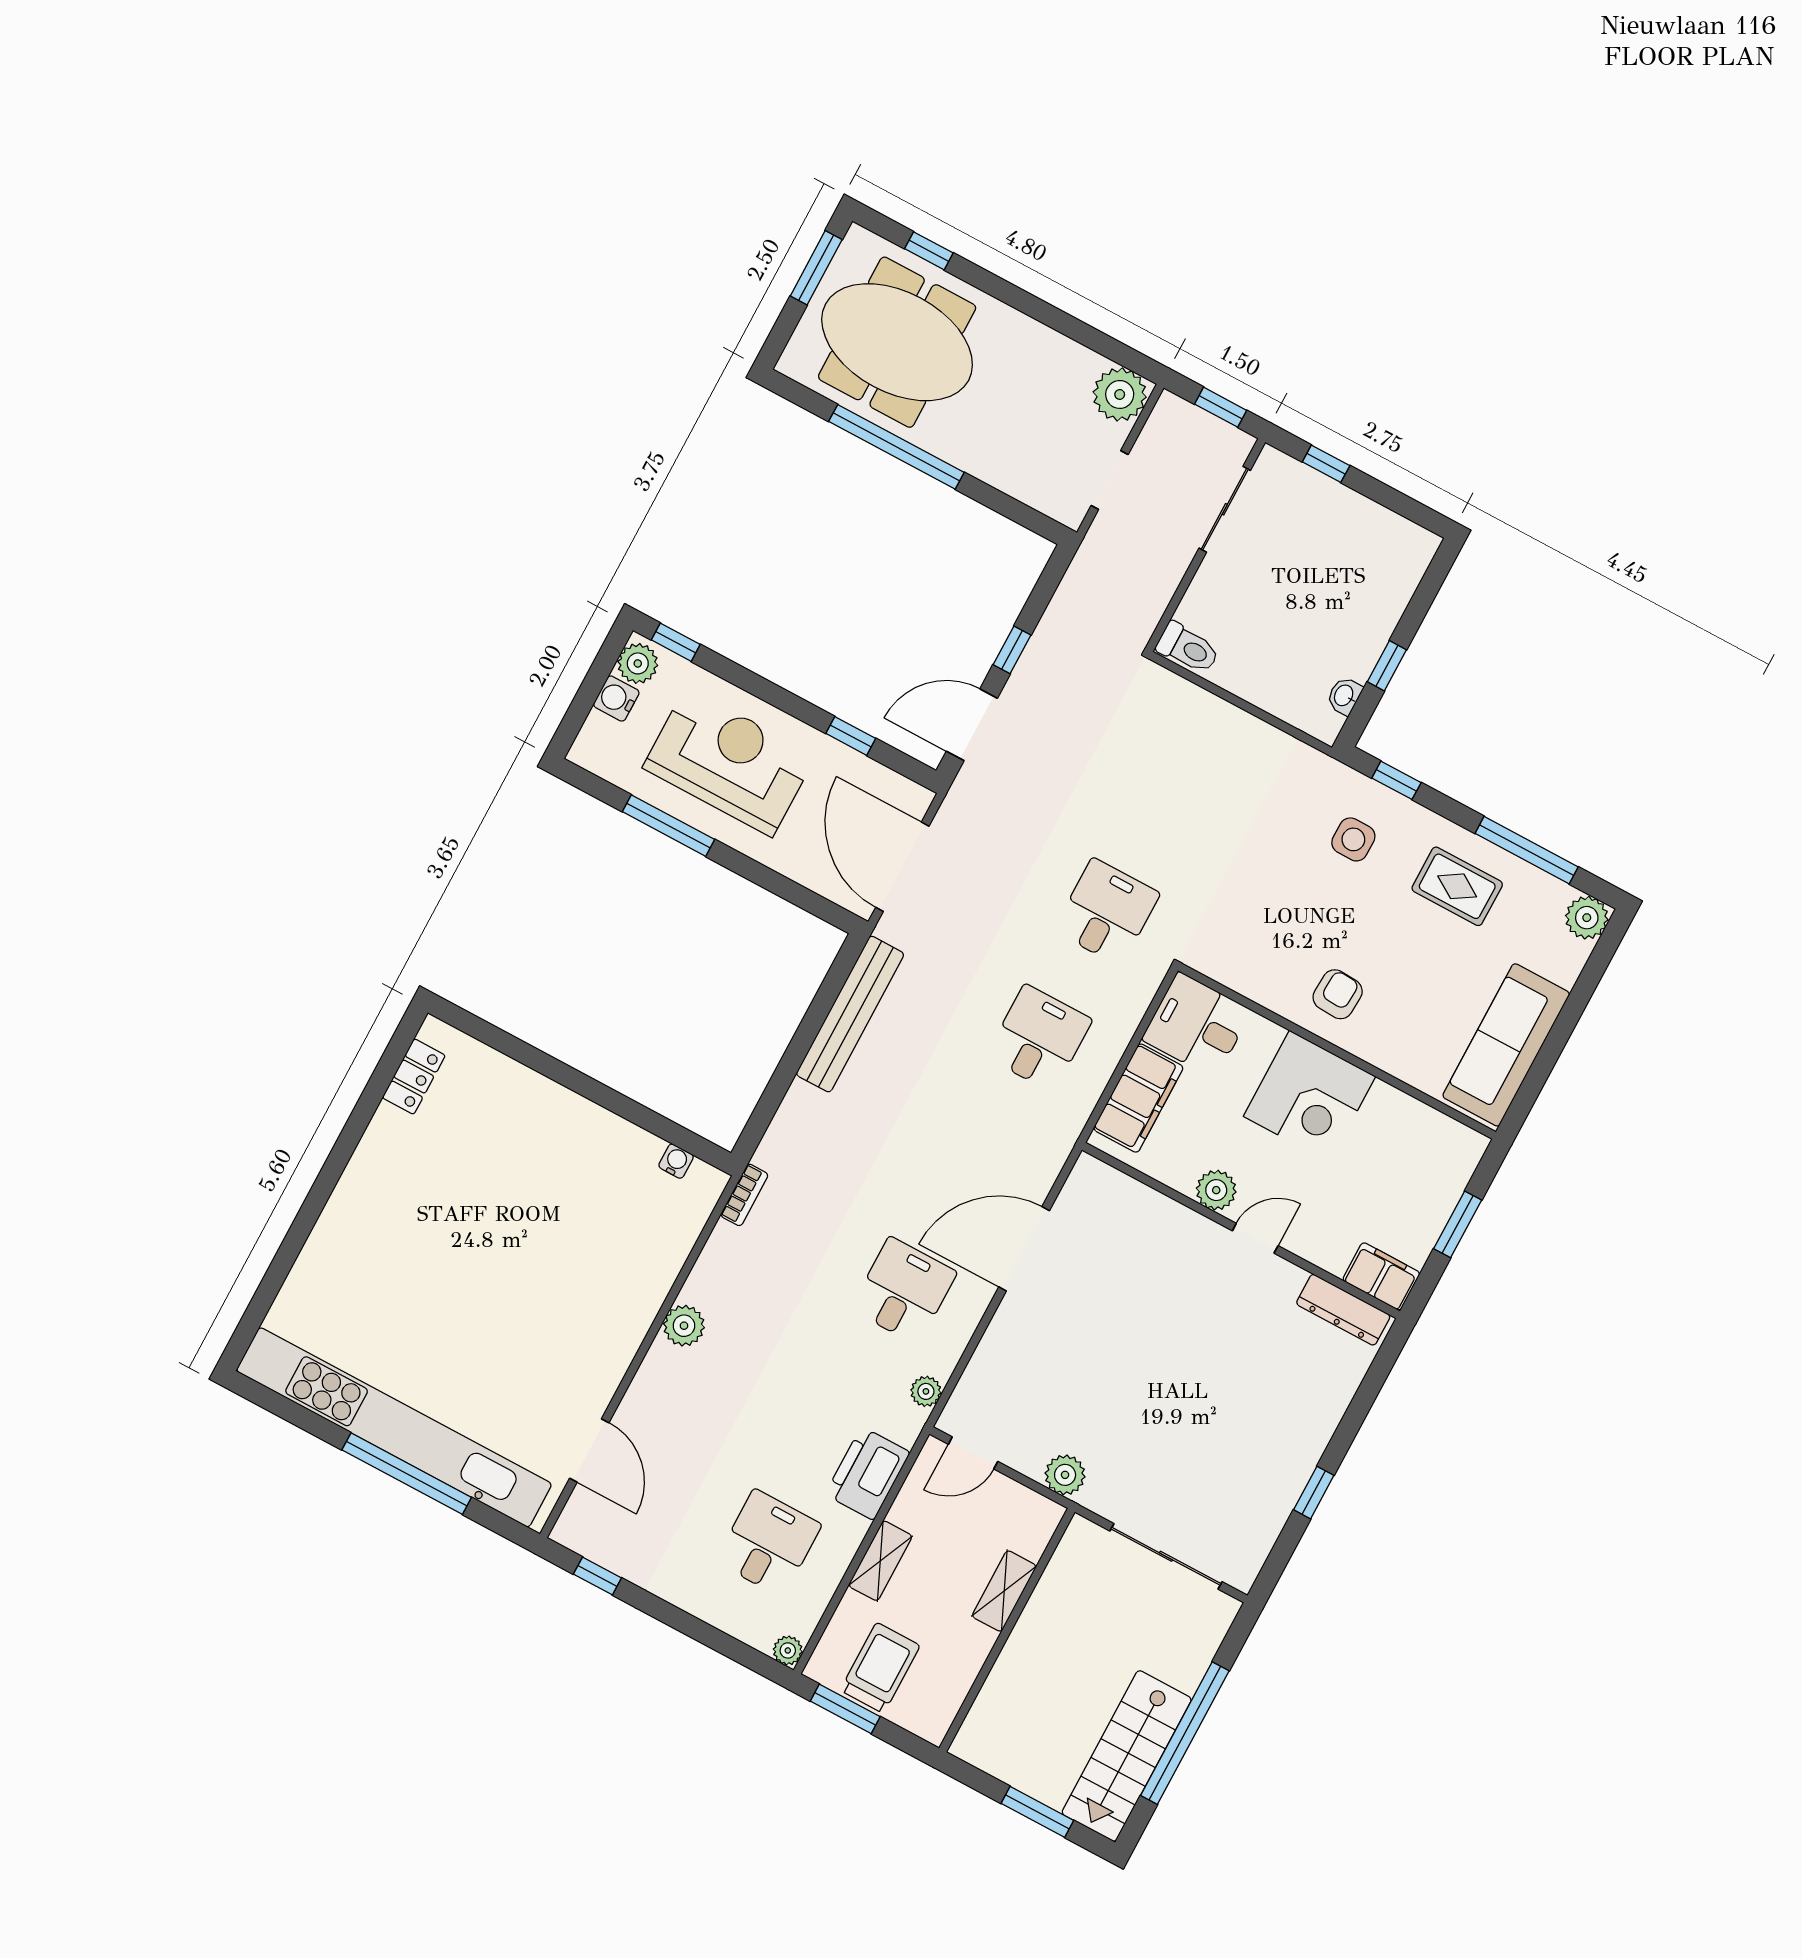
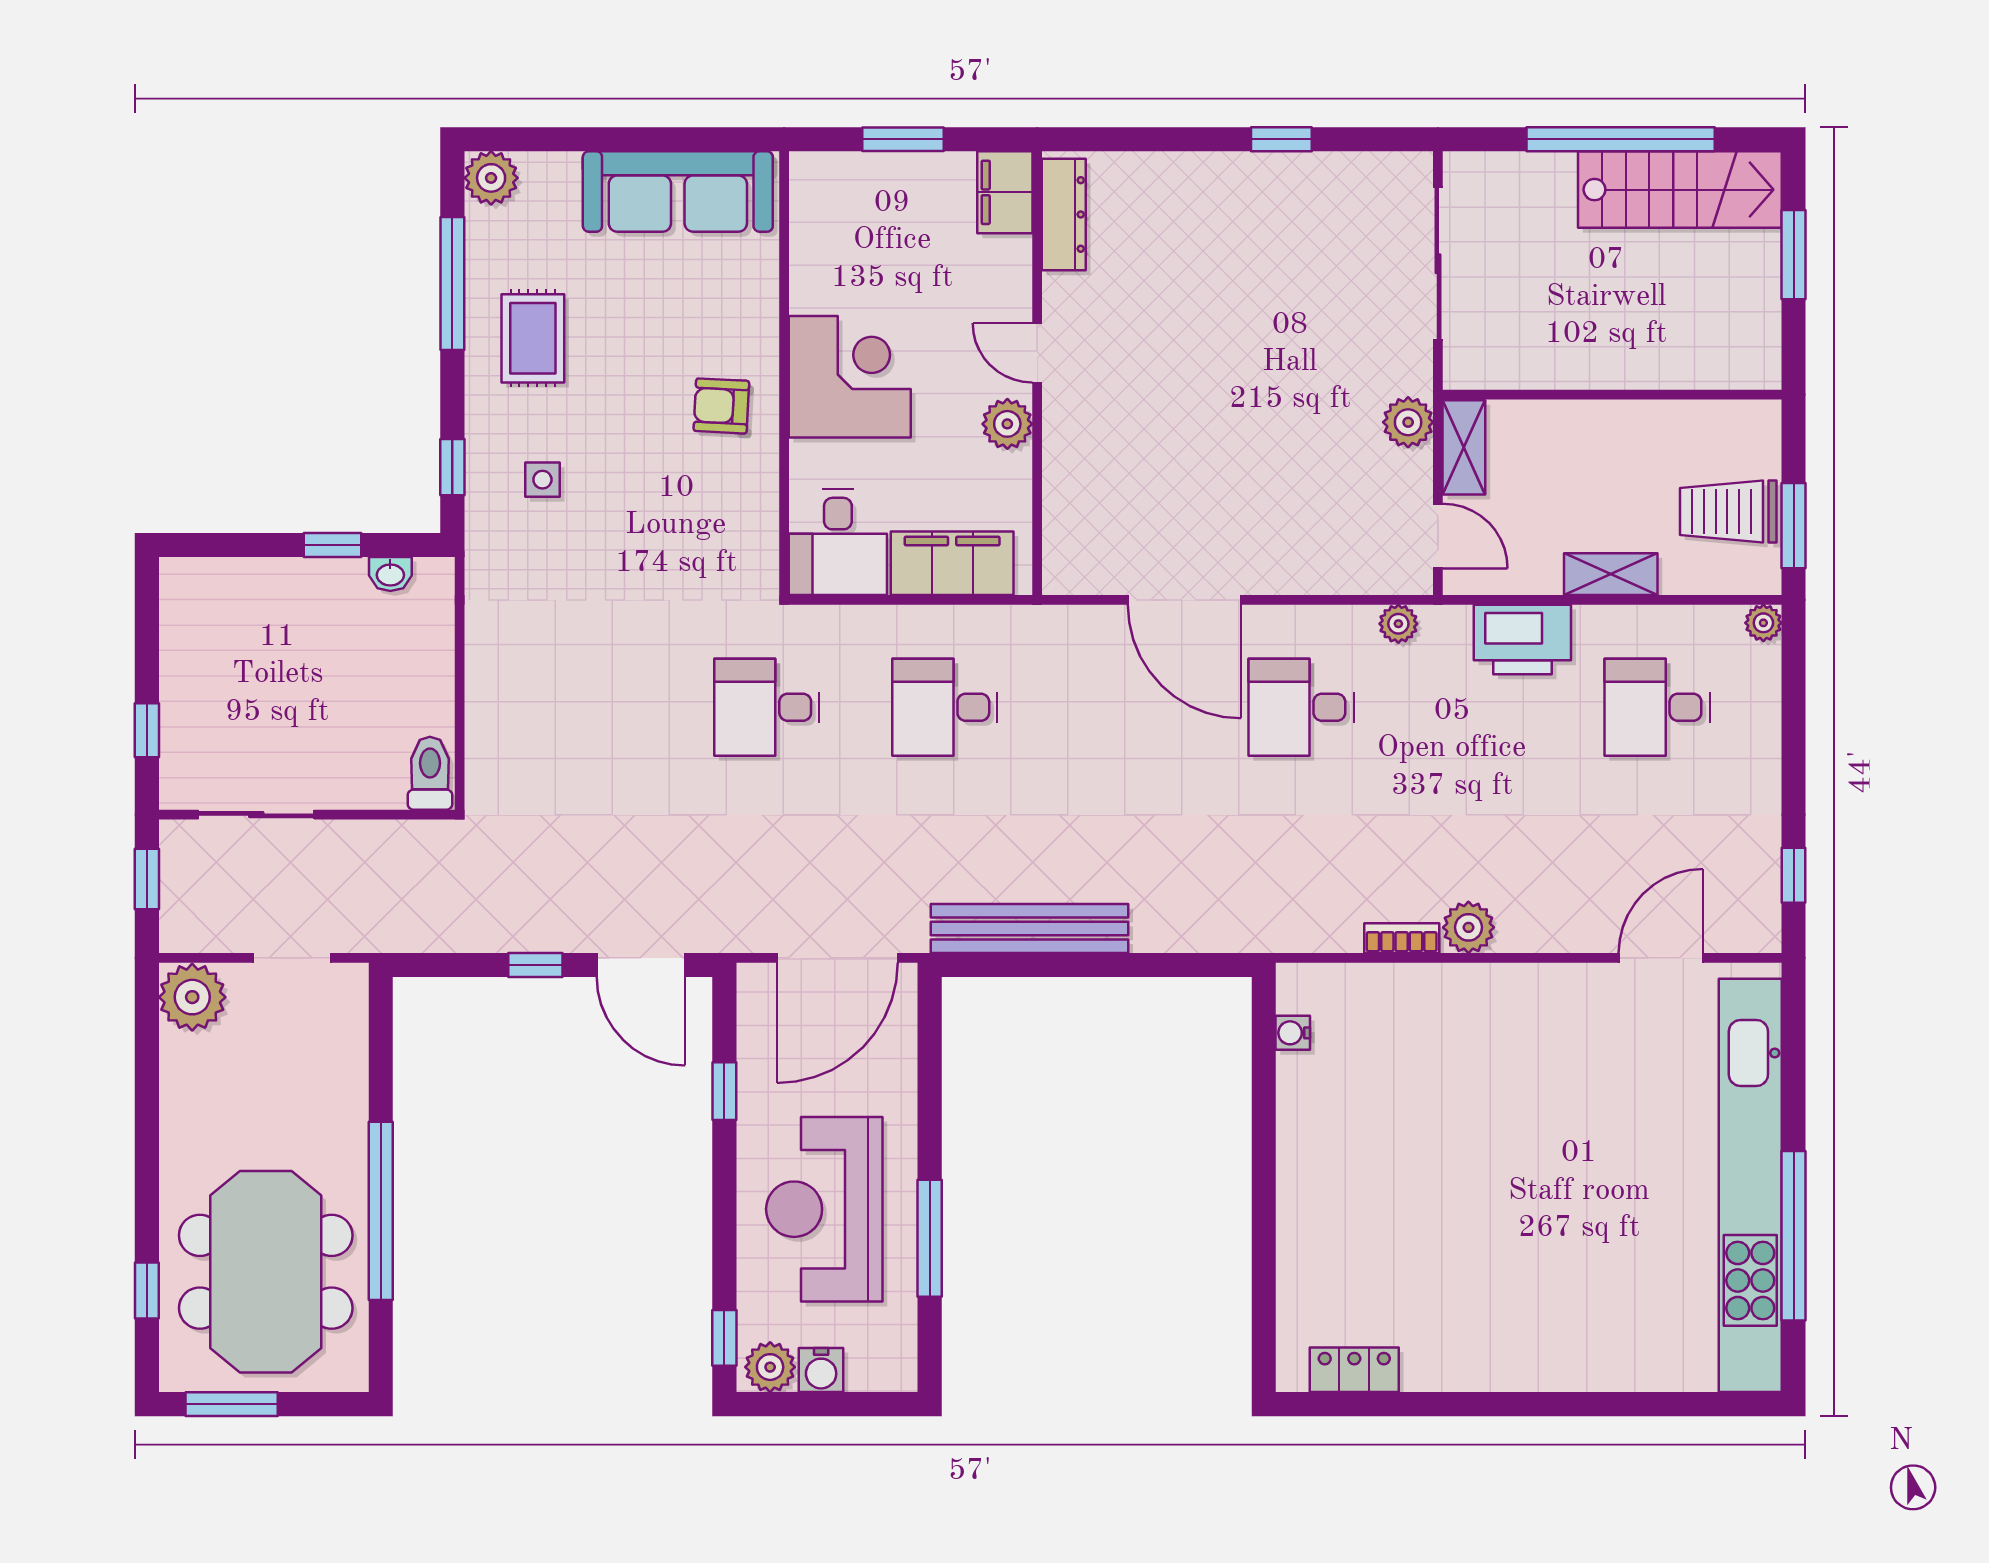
side table: (1353, 839) -> (542, 480), width x0.73, depth x0.73
bookcase: (744, 1195) -> (1402, 938), moved
window: (407, 1474) -> (1794, 1236), moved
shelving: (1004, 1591) -> (1464, 447), moved, turned 90

